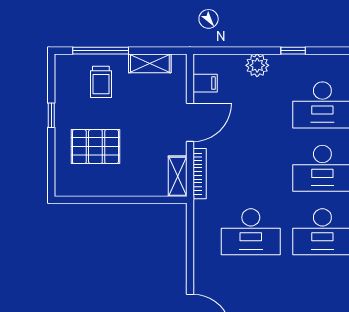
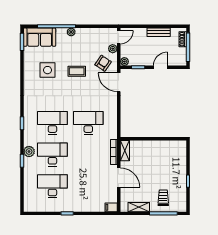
plant: (257, 65) -> (85, 206), removed
filing cabinet: (205, 83) -> (111, 207), moved
door: (190, 122) -> (119, 178), swing flipped
pallet: (95, 147) -> (166, 165), removed

